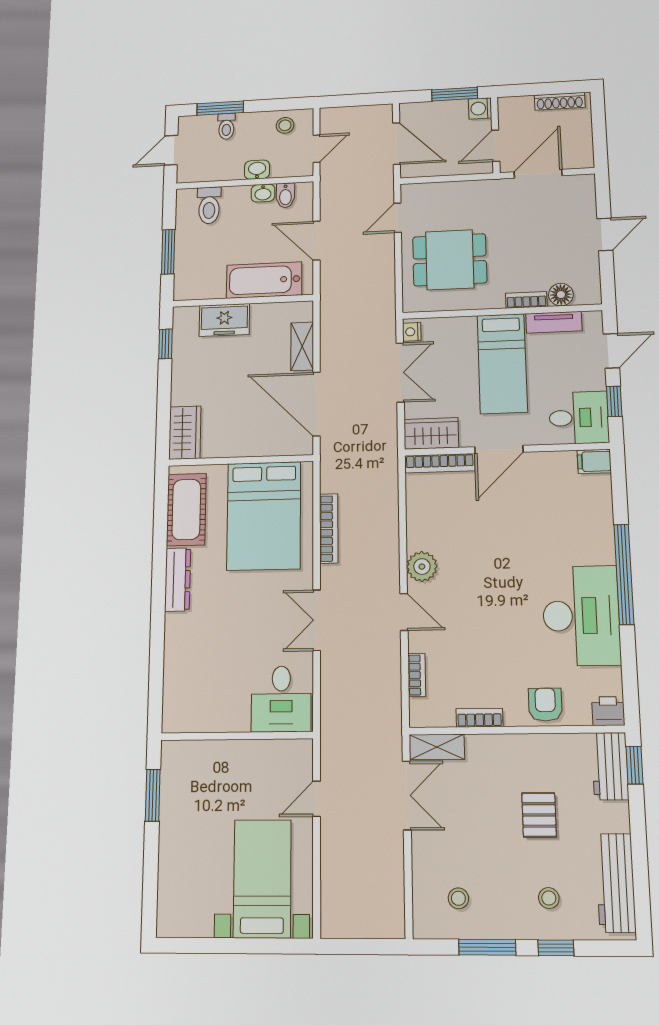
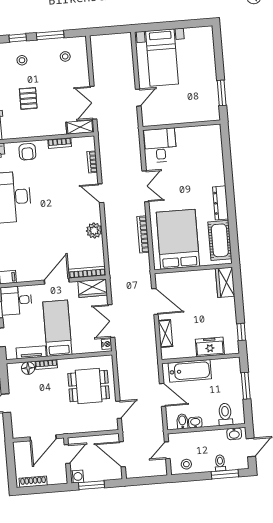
washbasin: (257, 170) -> (234, 434), moved
door: (317, 404) -> (155, 301), width x0.73
plant: (422, 567) -> (94, 230), moved

